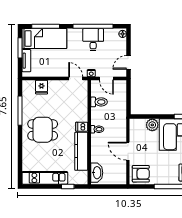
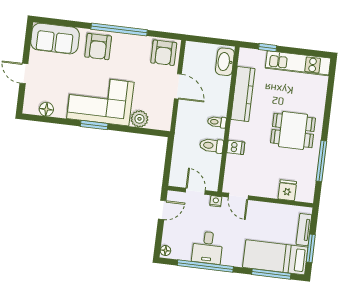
toilet: (99, 102) -> (211, 146), moved
dishwasher: (82, 127) -> (236, 147), moved
armchair: (141, 174) -> (164, 53), turned -90

